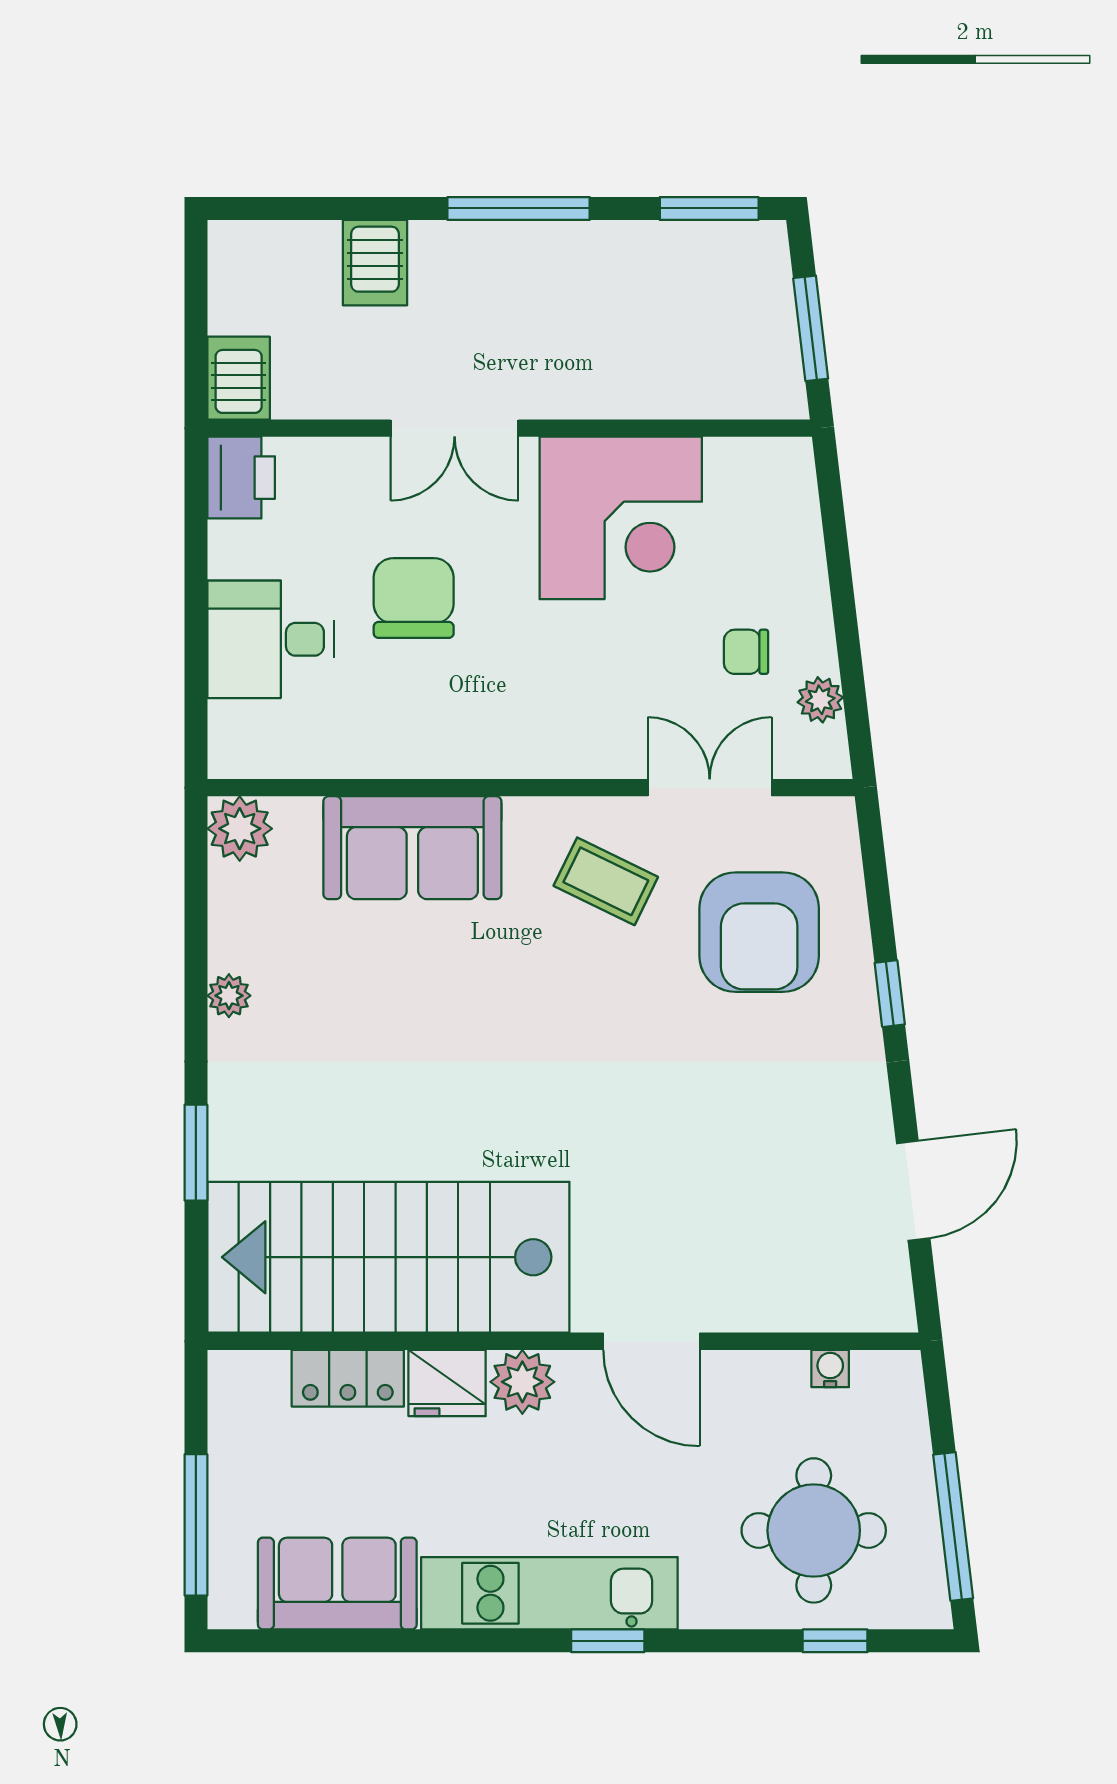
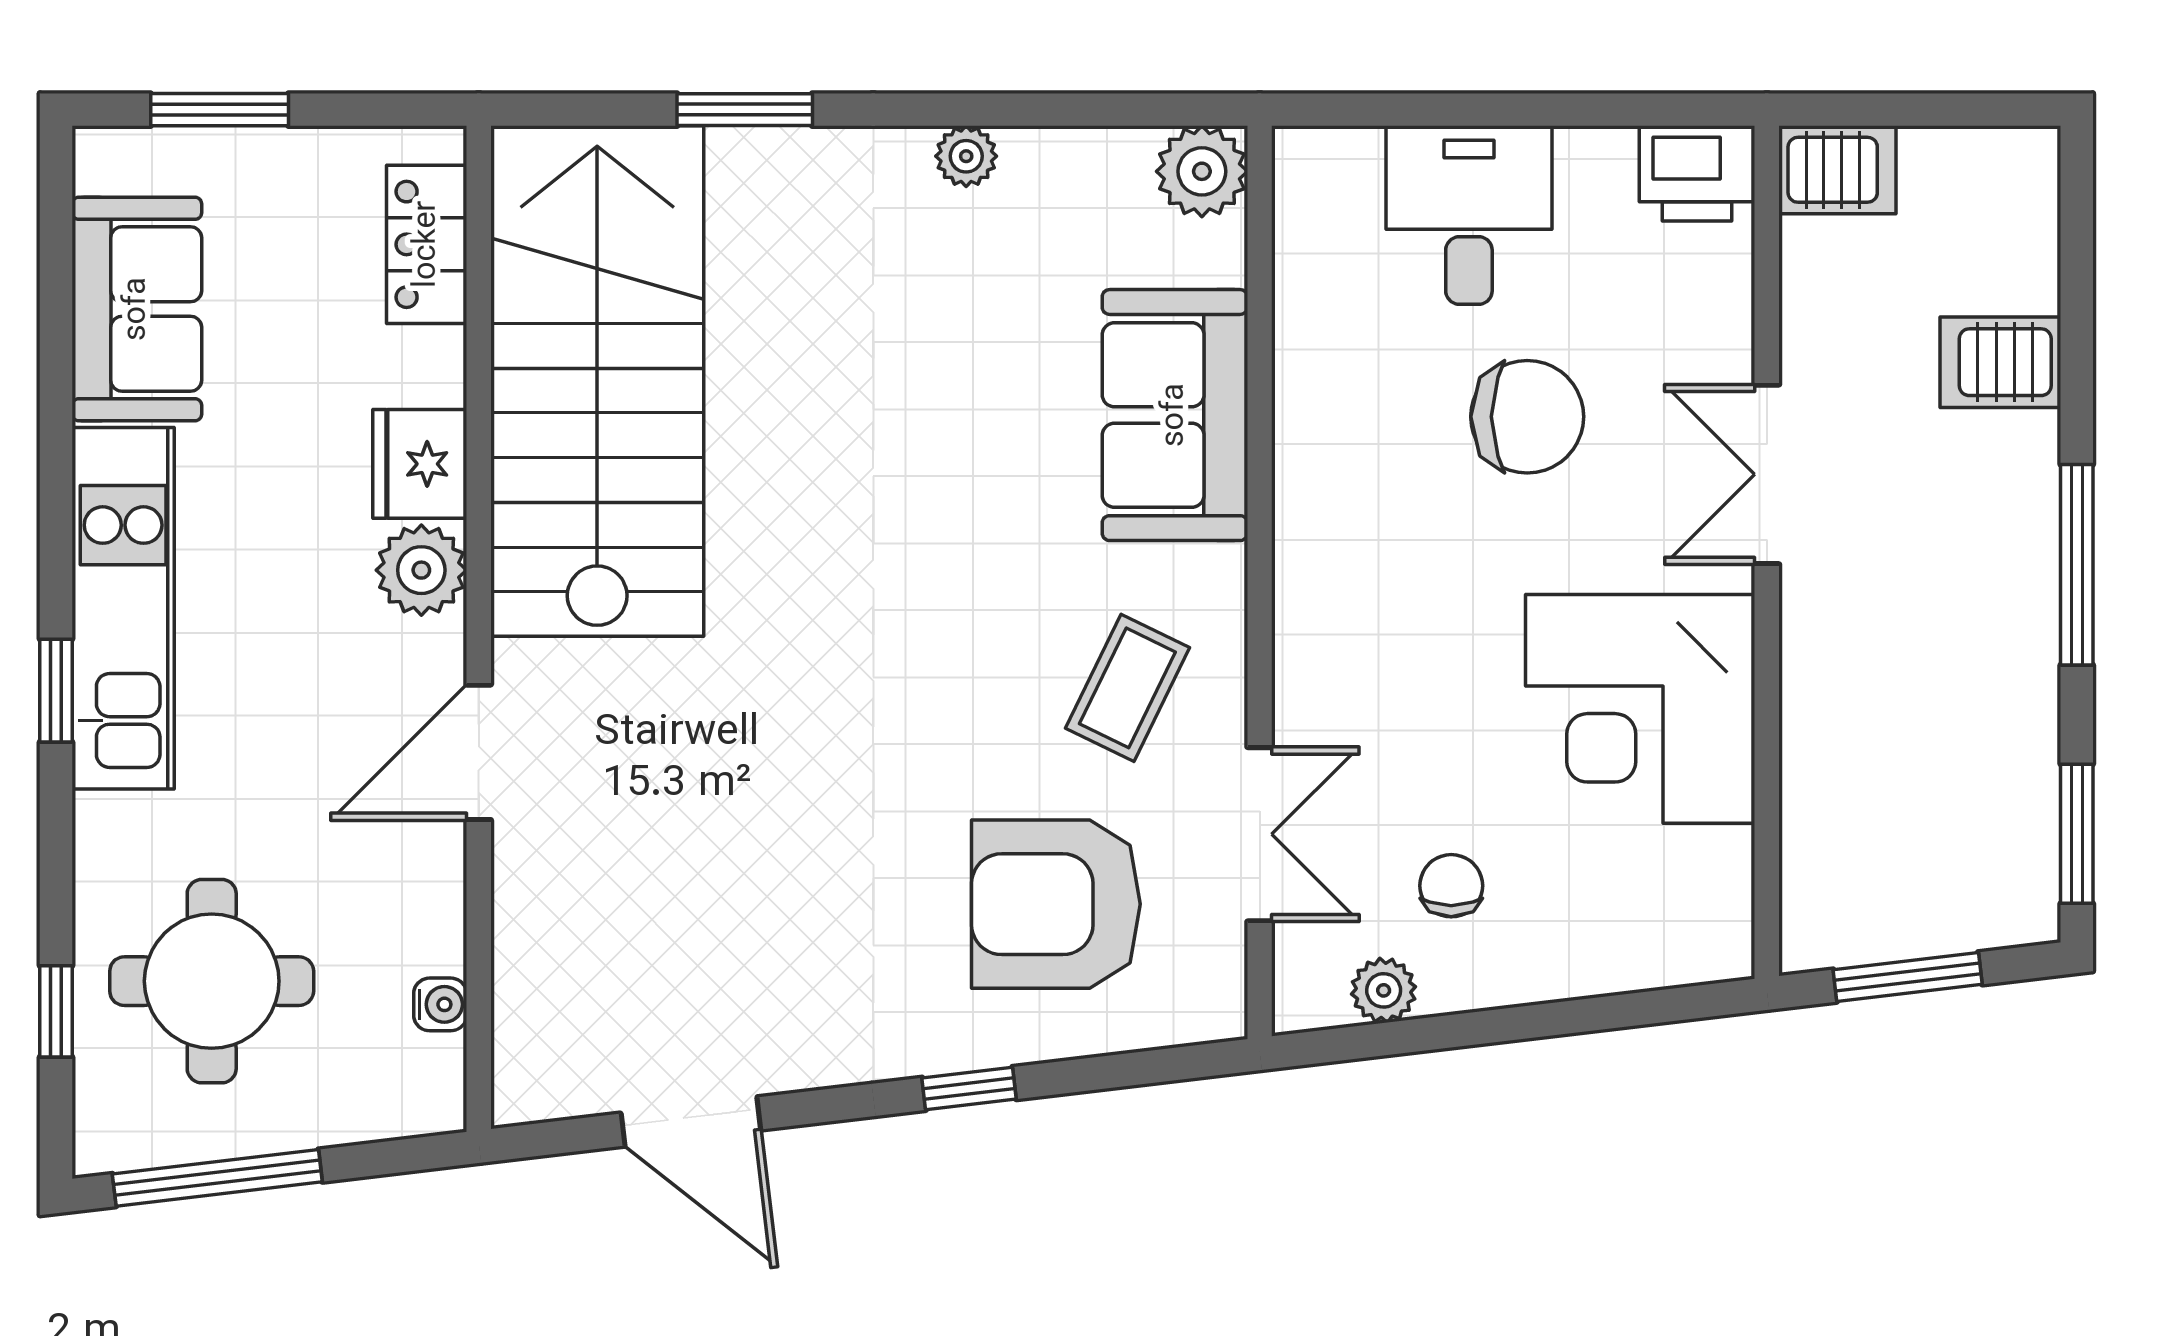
locker: (348, 1378) -> (427, 244), moved
window: (196, 1525) -> (220, 110), width x0.69

